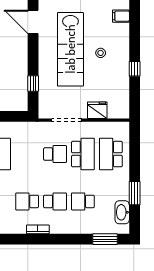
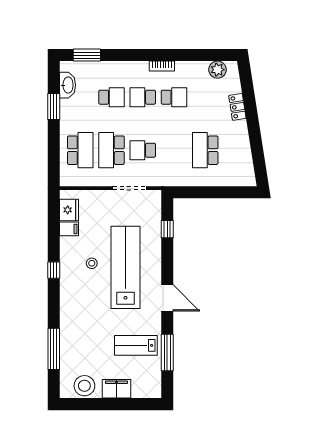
filing cabinet: (121, 16) -> (69, 229), moved
window: (135, 69) -> (54, 270), moved
fridge: (97, 110) -> (69, 210), moved, turned -90

